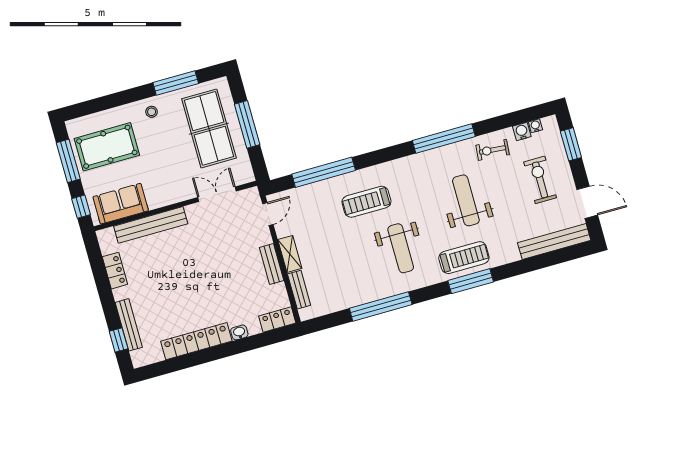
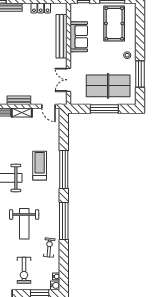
water cooler: (522, 131) -> (55, 285), moved
window: (324, 172) -> (64, 169), moved
exercise bike: (540, 180) -> (24, 270), turned 90
double door: (217, 194) -> (68, 80), swing flipped
weight bench: (466, 200) -> (24, 224), turned 90
sofa: (121, 204) -> (79, 37), moved

